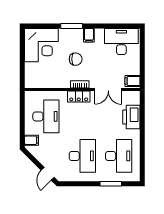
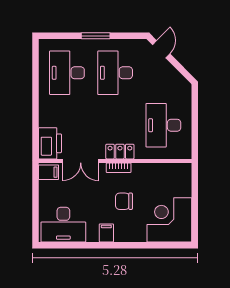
window: (72, 26) -> (129, 245), removed
double door: (108, 89) -> (81, 161), swing flipped
printer: (131, 117) -> (50, 143), moved
filing cabinet: (32, 140) -> (183, 94), removed
window: (111, 184) -> (96, 36), moved

